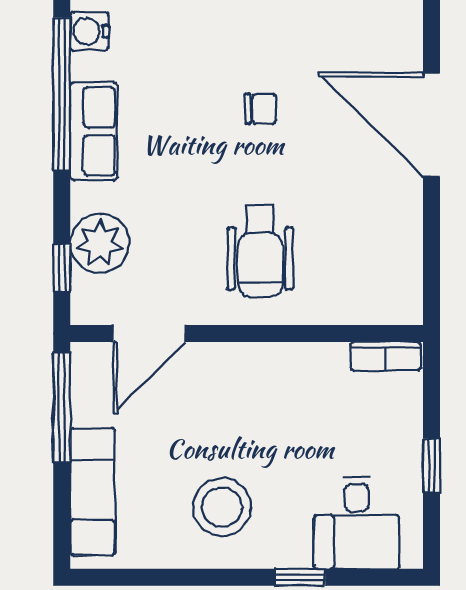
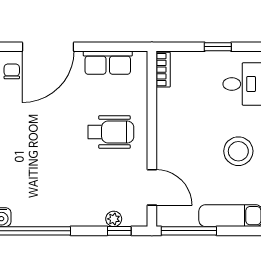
chair: (261, 109) -> (12, 71), moved
row of seats: (94, 131) -> (108, 63), moved, turned 180
plant: (100, 243) -> (114, 219), width x0.53, depth x0.53

